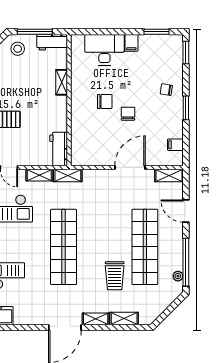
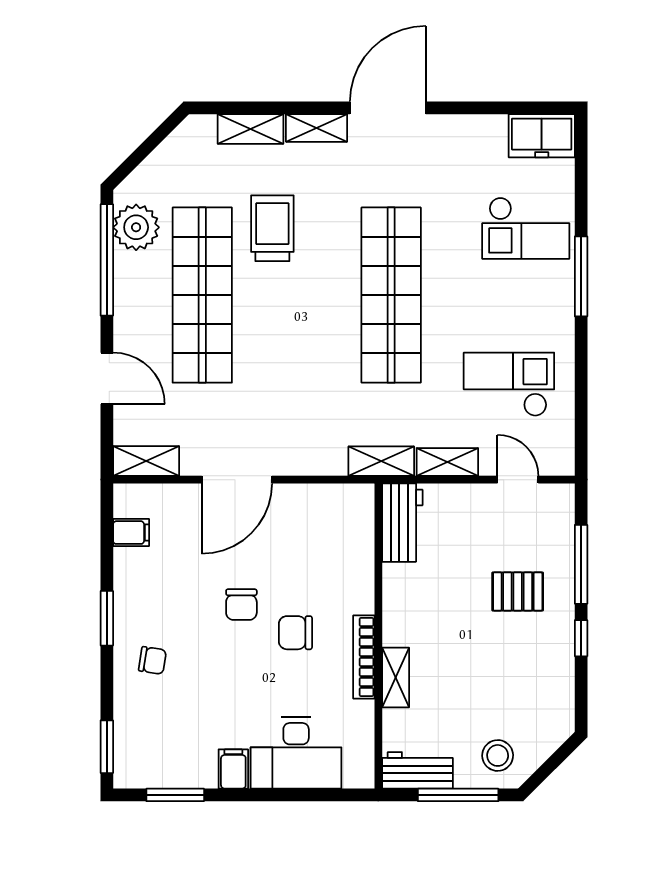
bookcase: (75, 91) -> (364, 657), added
plant: (178, 276) -> (136, 227), width x1.87, depth x1.87

